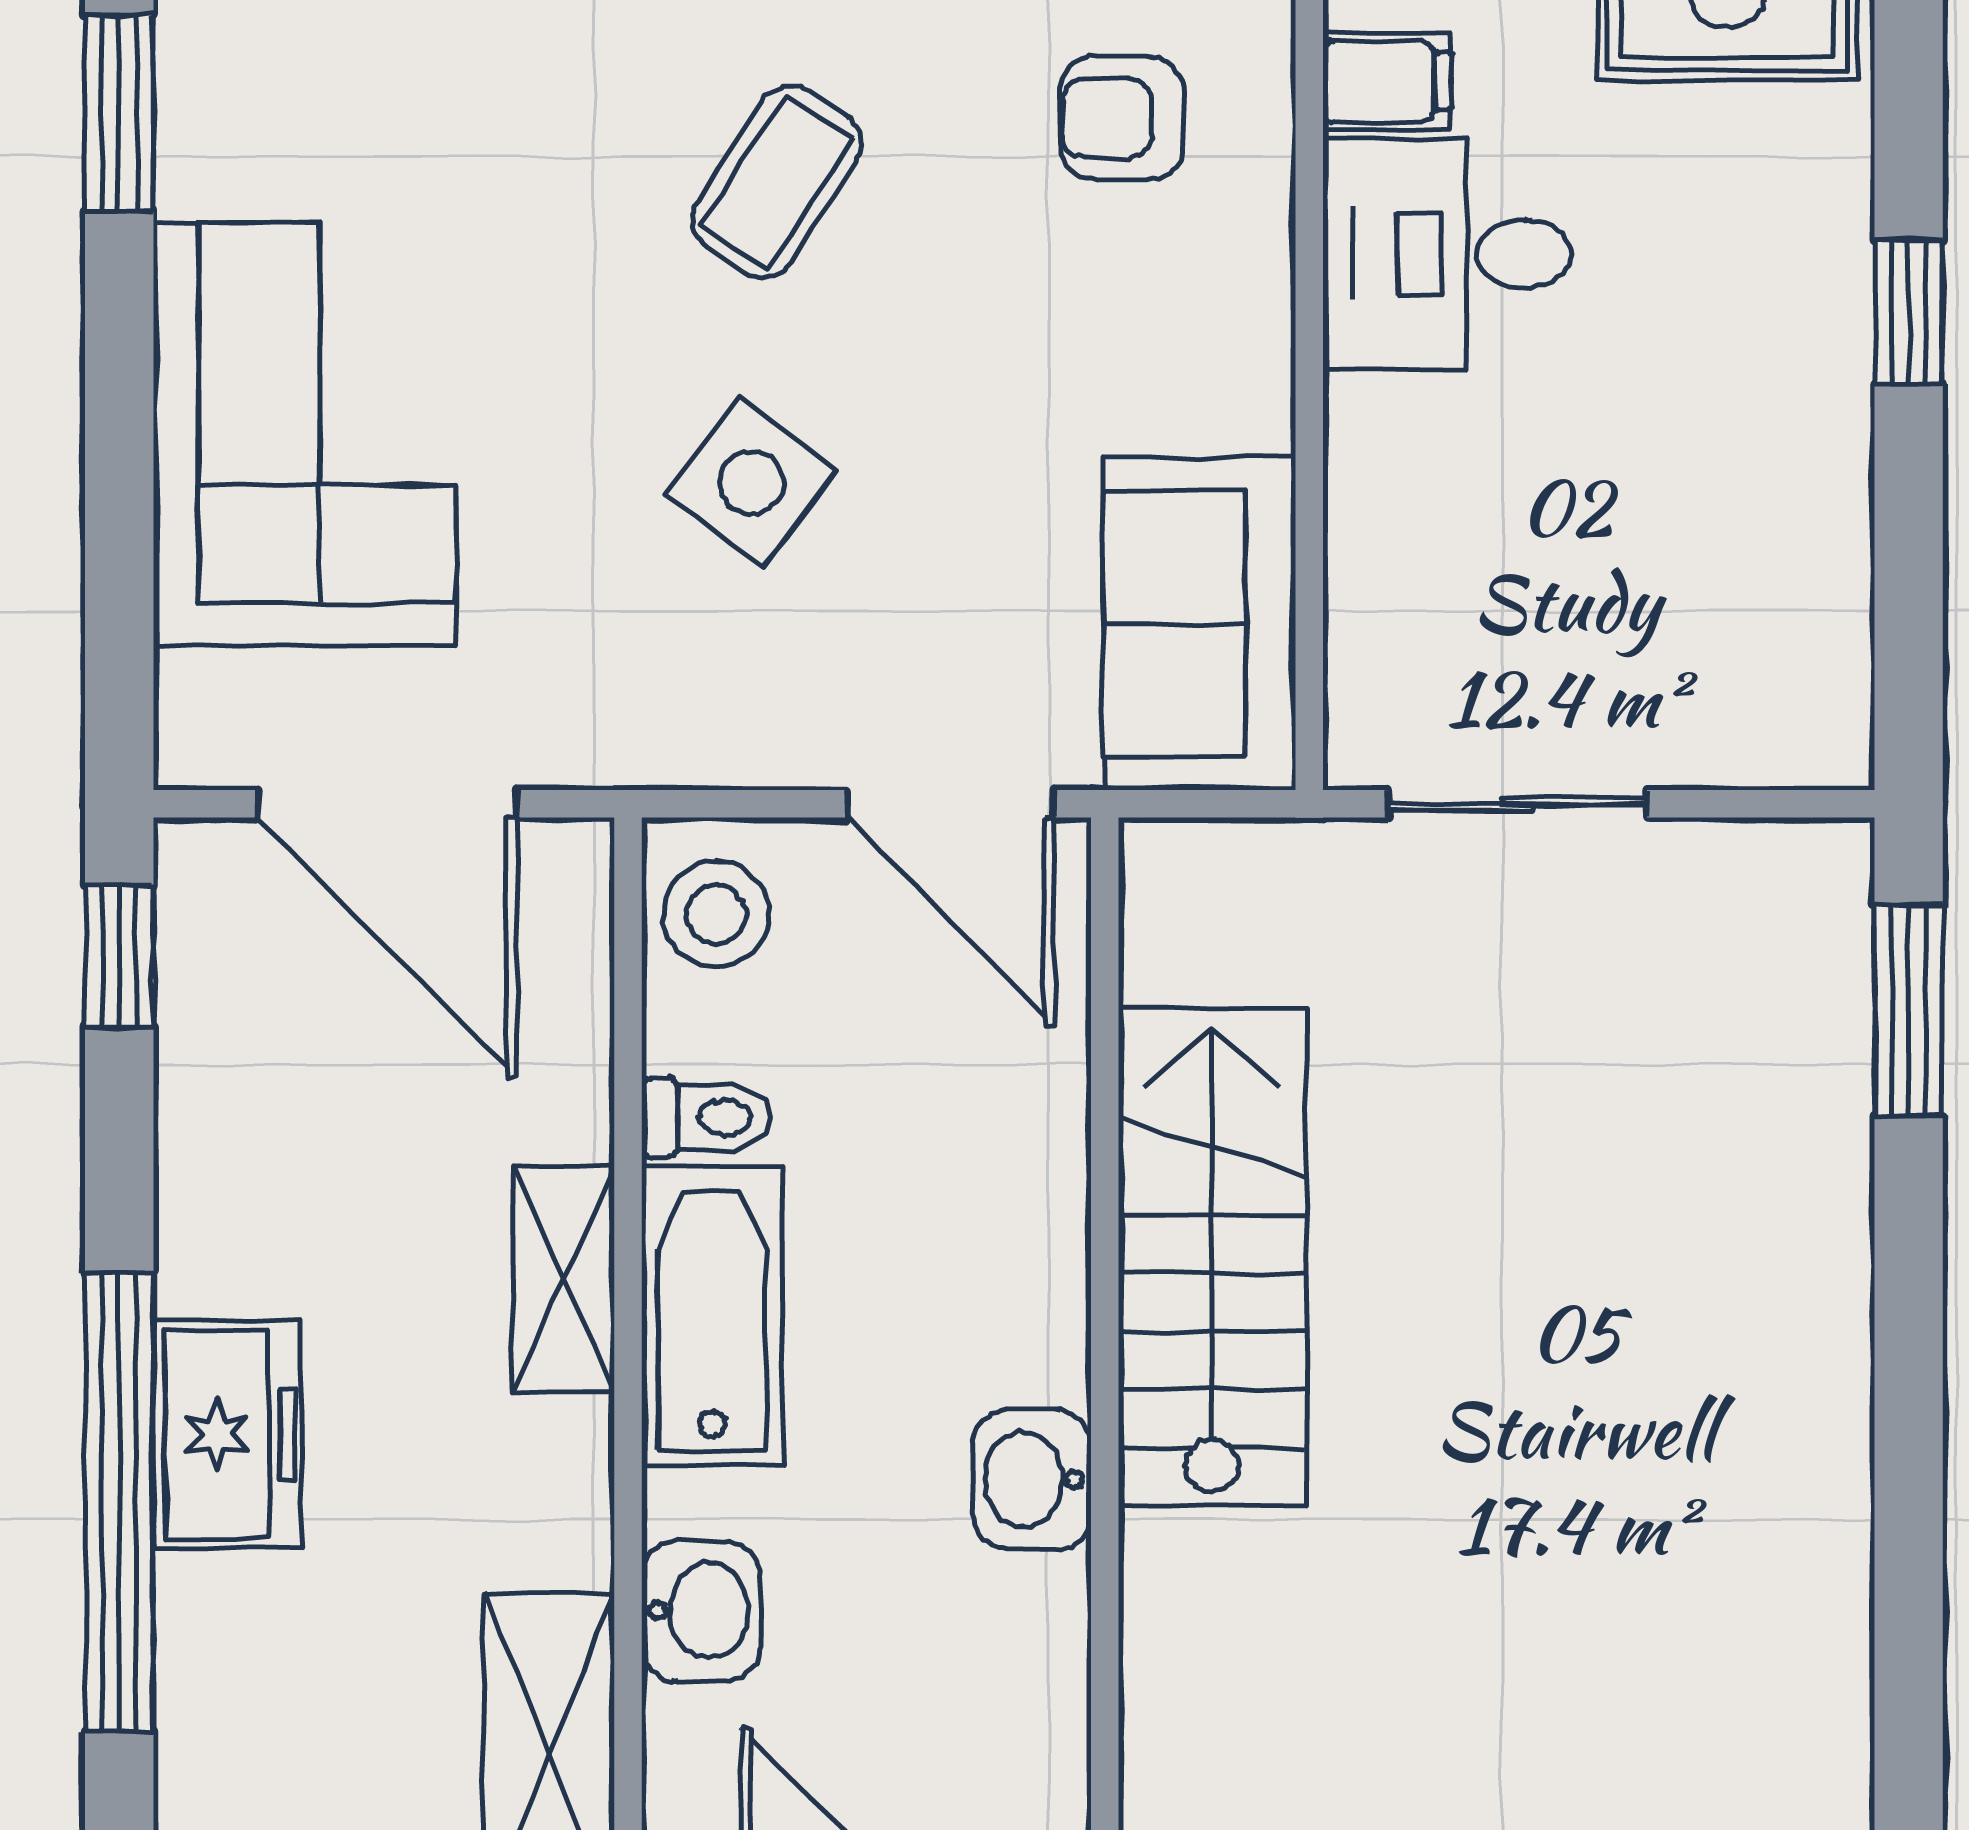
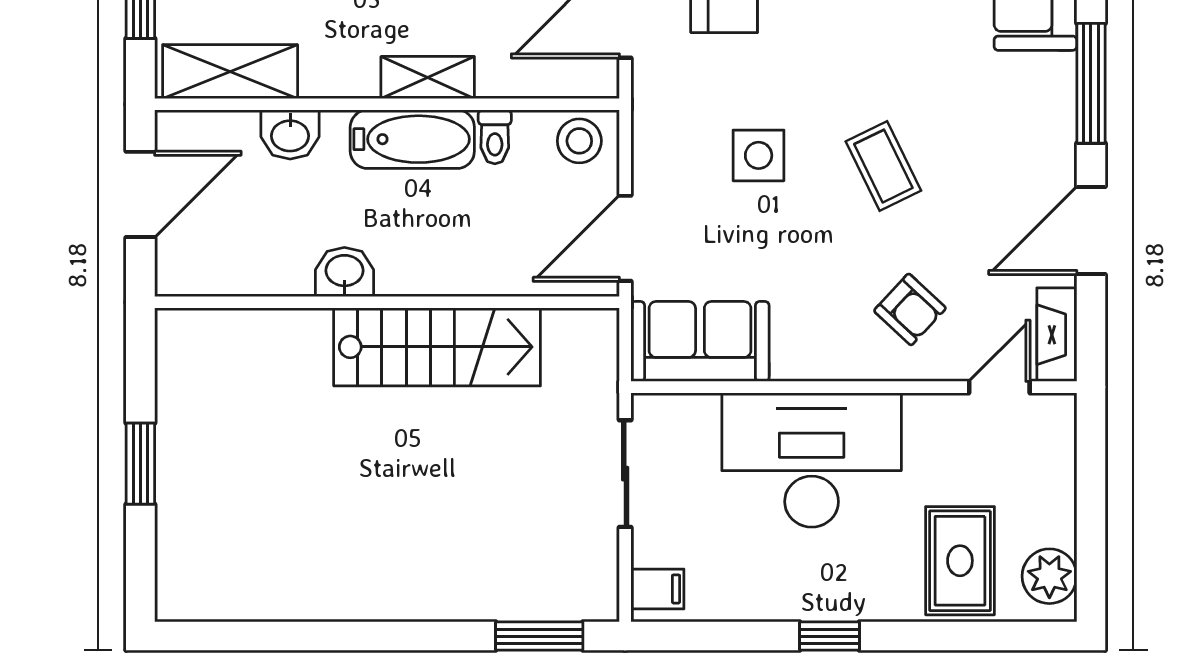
filing cabinet: (1387, 82) -> (657, 589), moved, turned -90
armchair: (1122, 118) -> (910, 309), turned 133
coffee table: (777, 182) -> (883, 166), turned 31
desk: (1447, 254) -> (812, 460), width x1.87, depth x1.30
side table: (751, 483) -> (759, 155), turned -38

